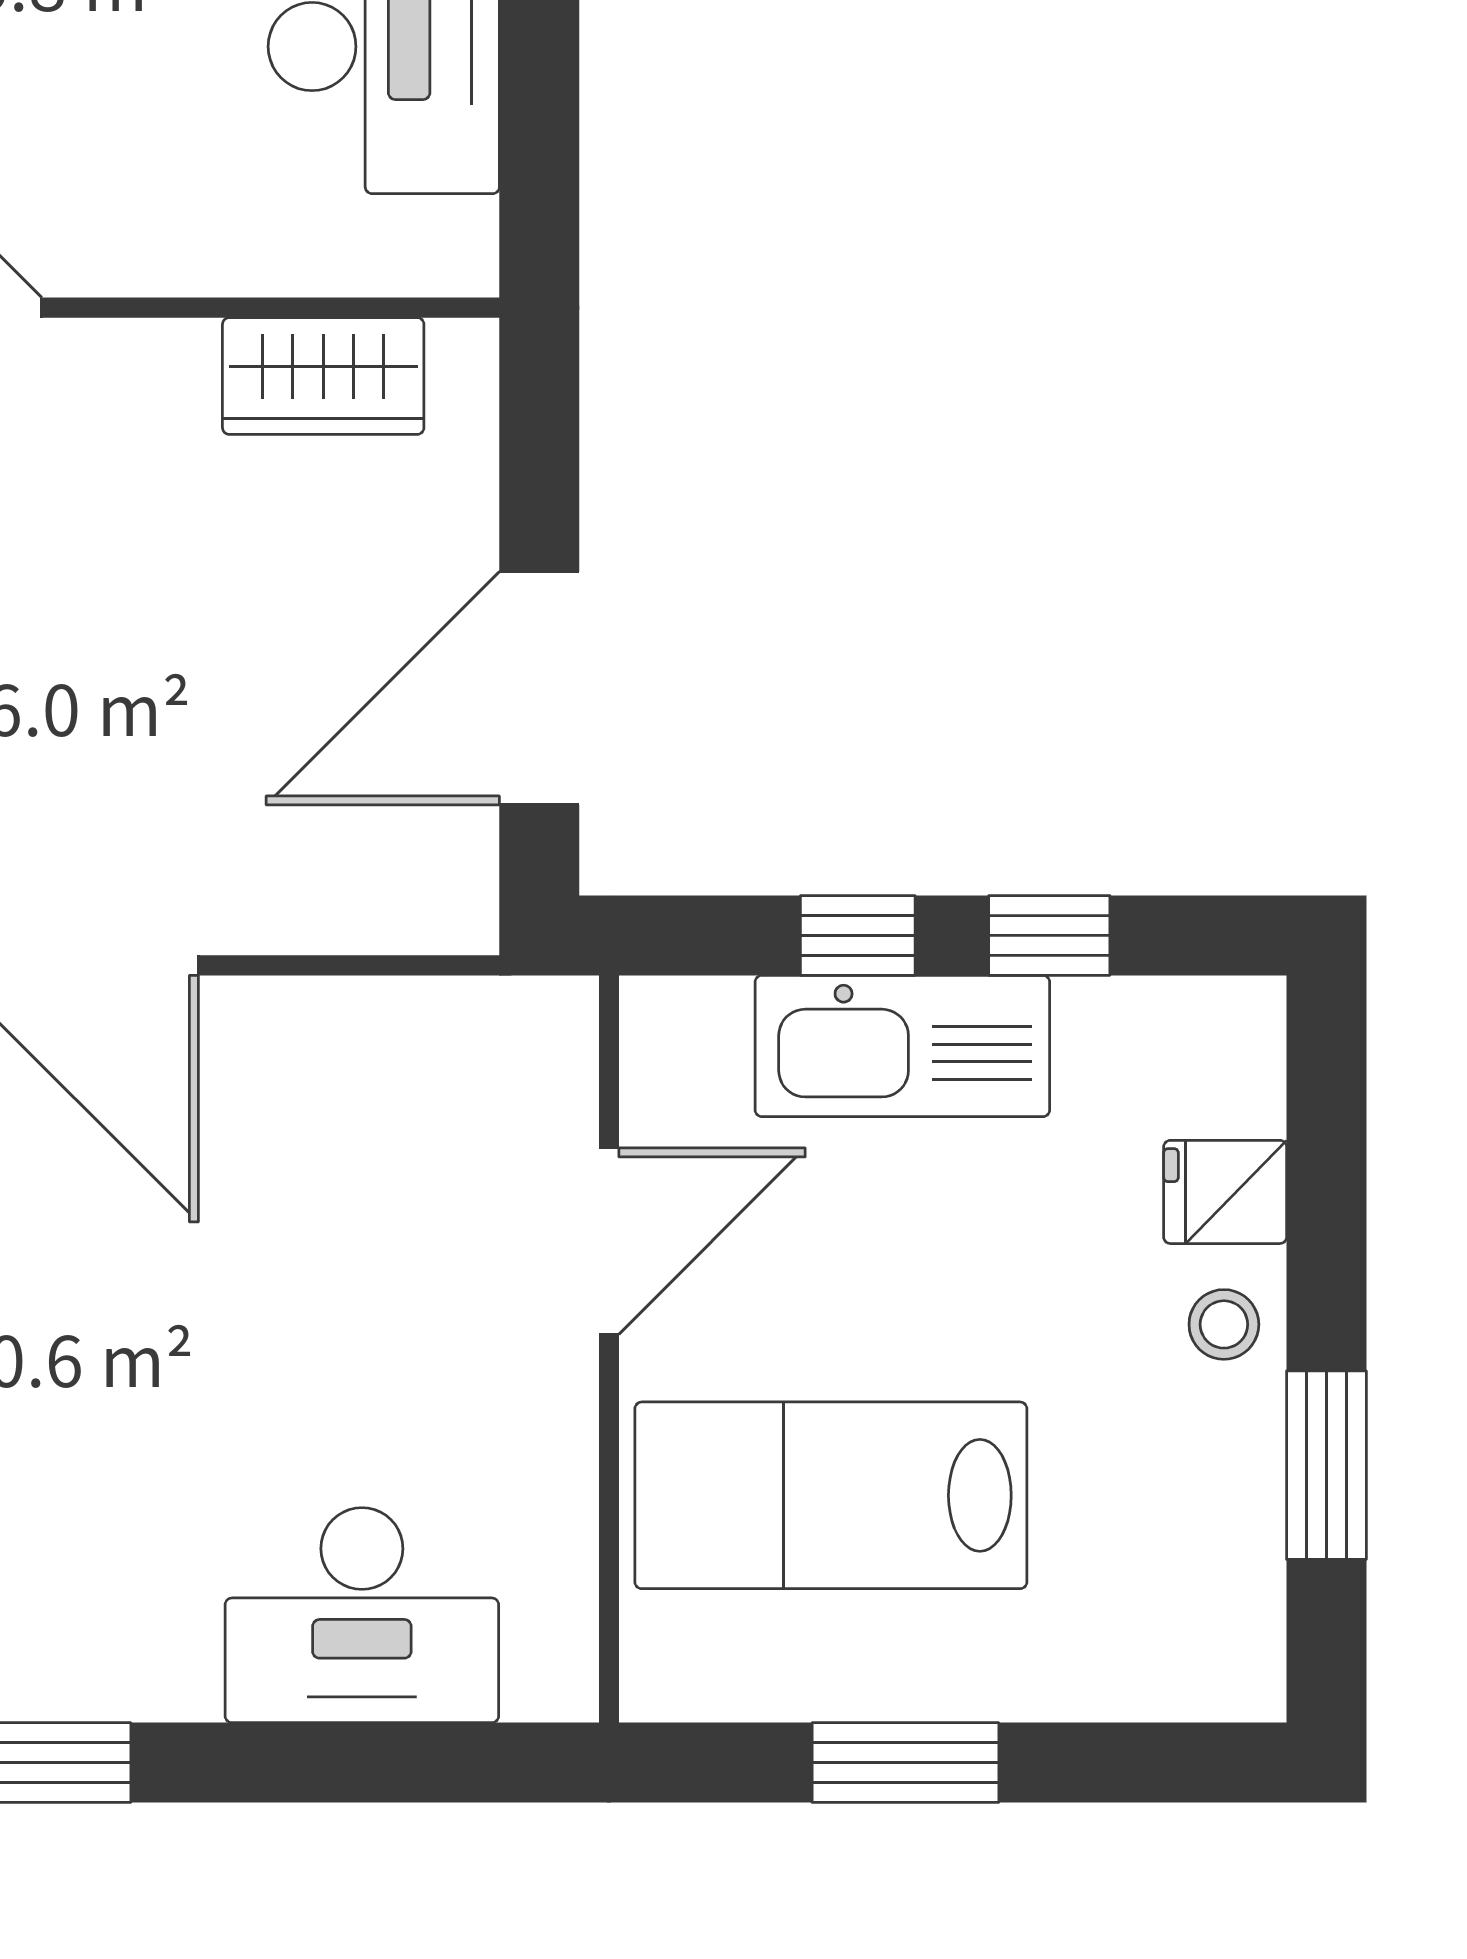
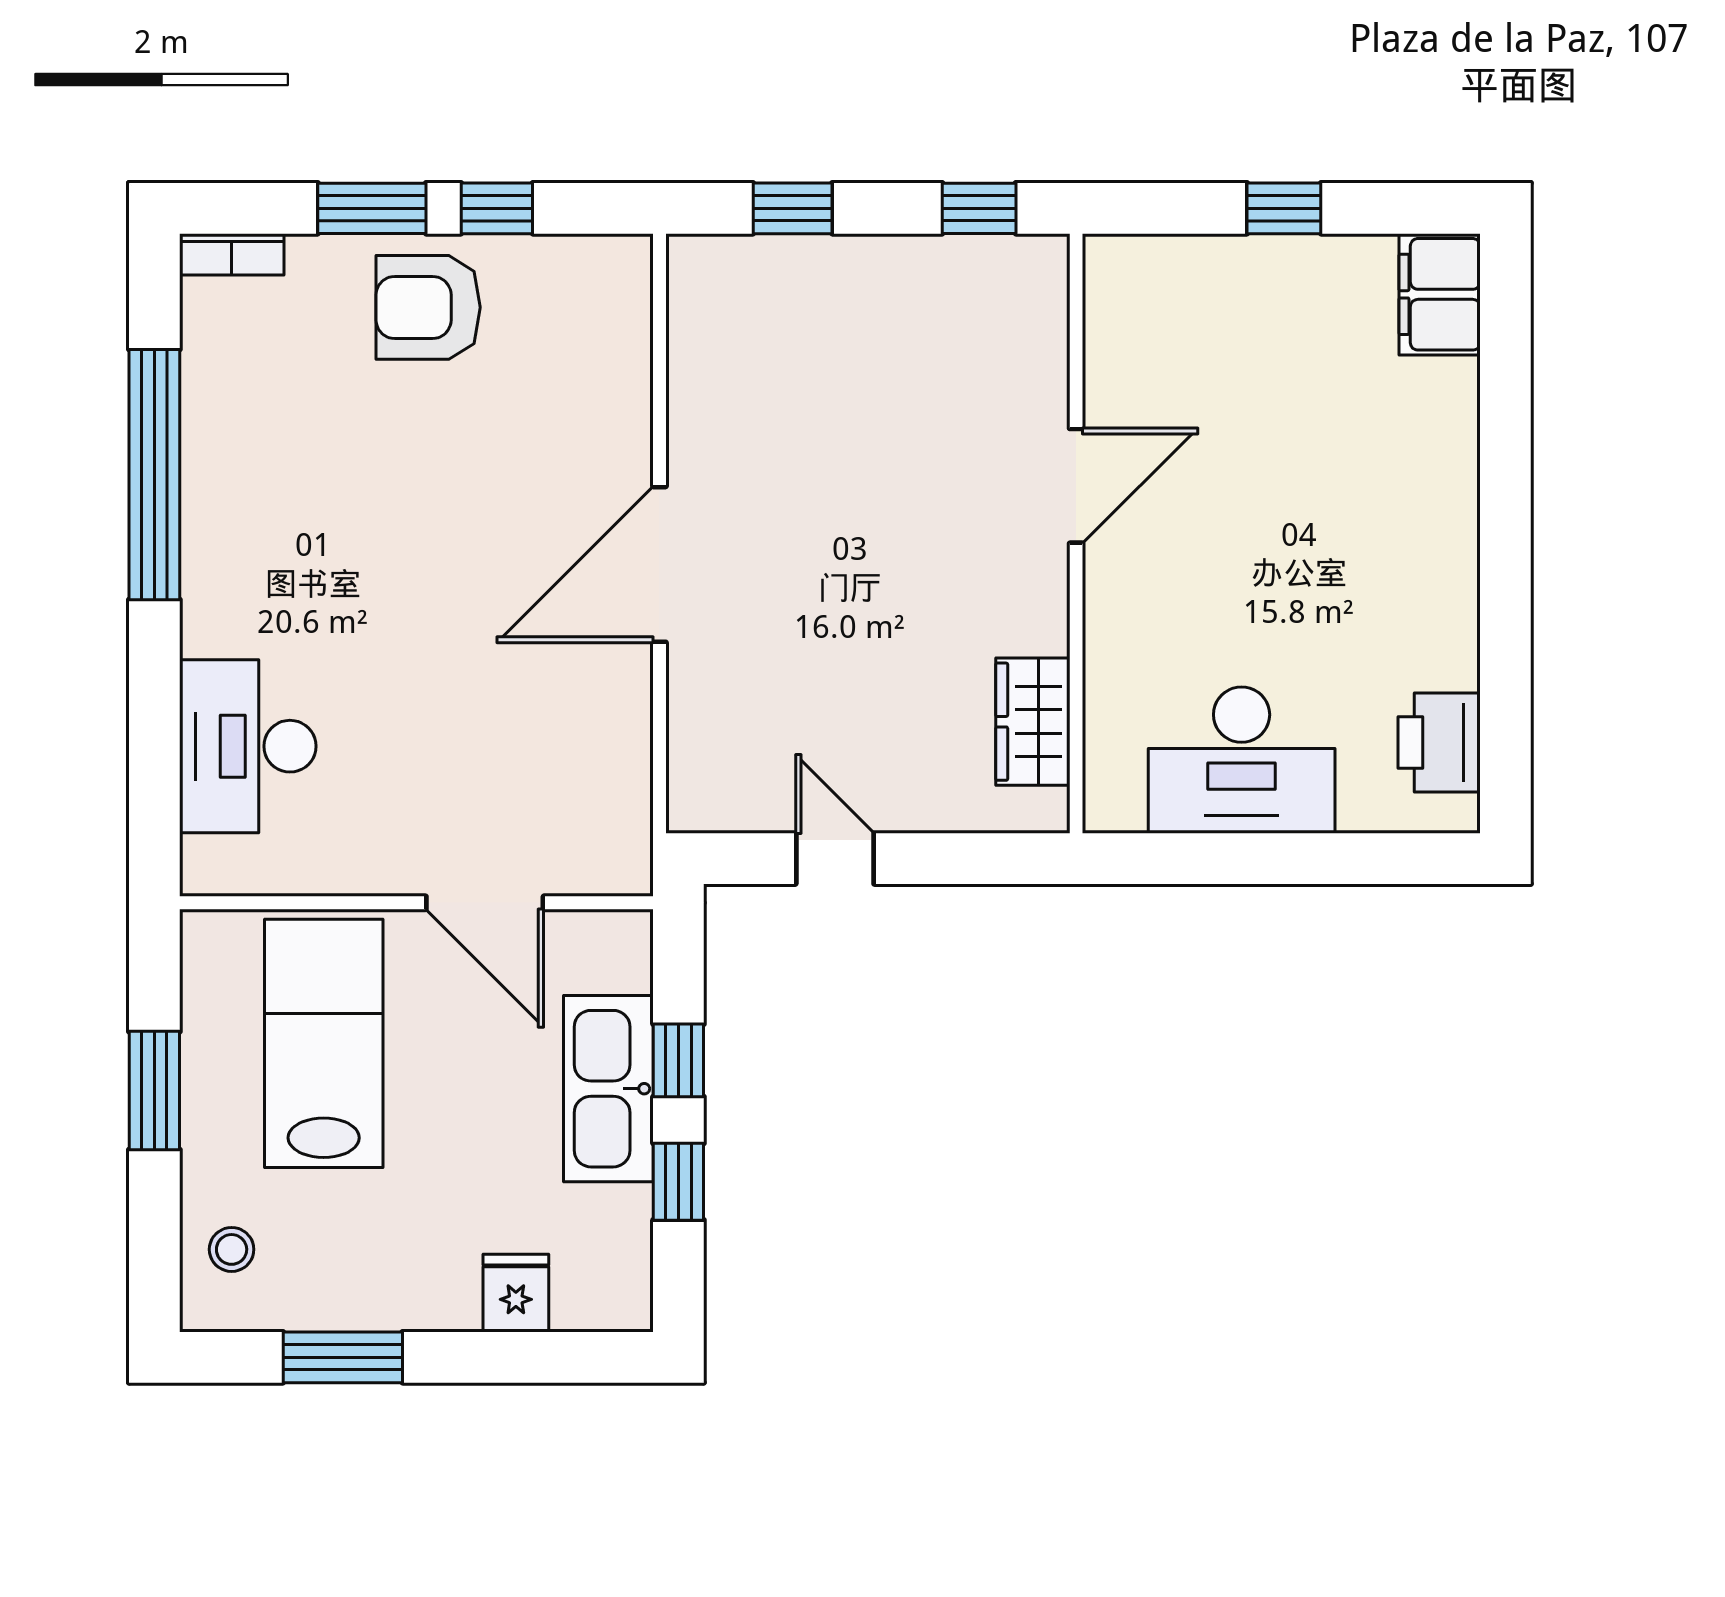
door: (539, 688) -> (835, 859), width x0.53
stool: (1224, 1324) -> (232, 1249), moved

